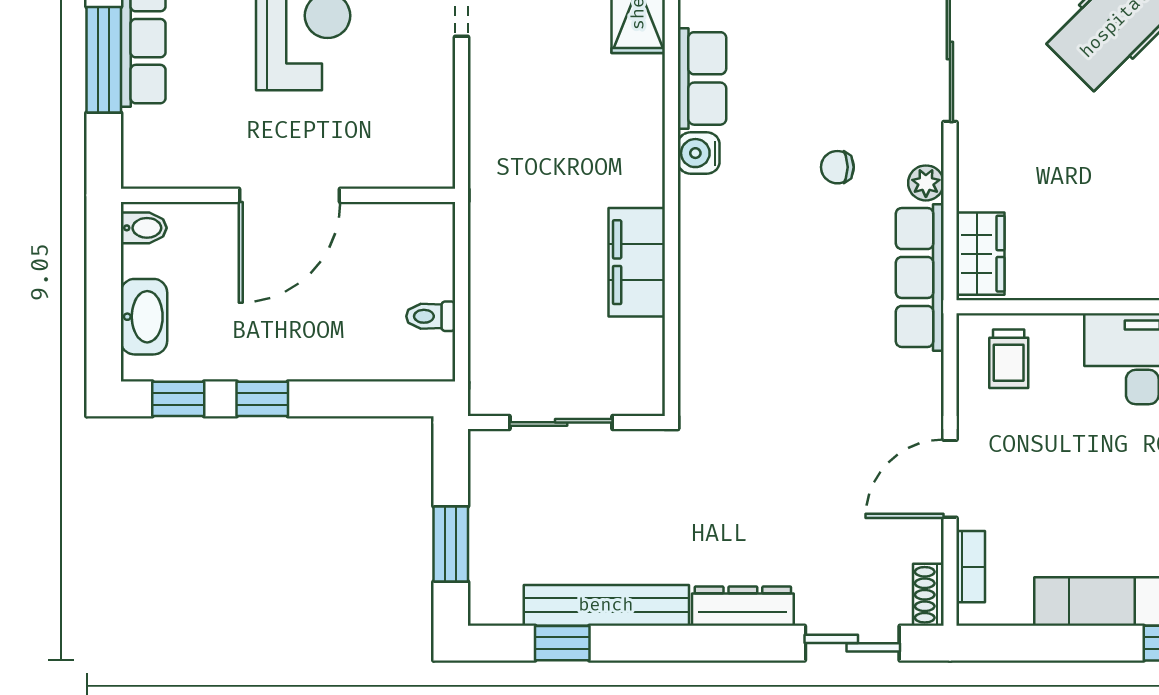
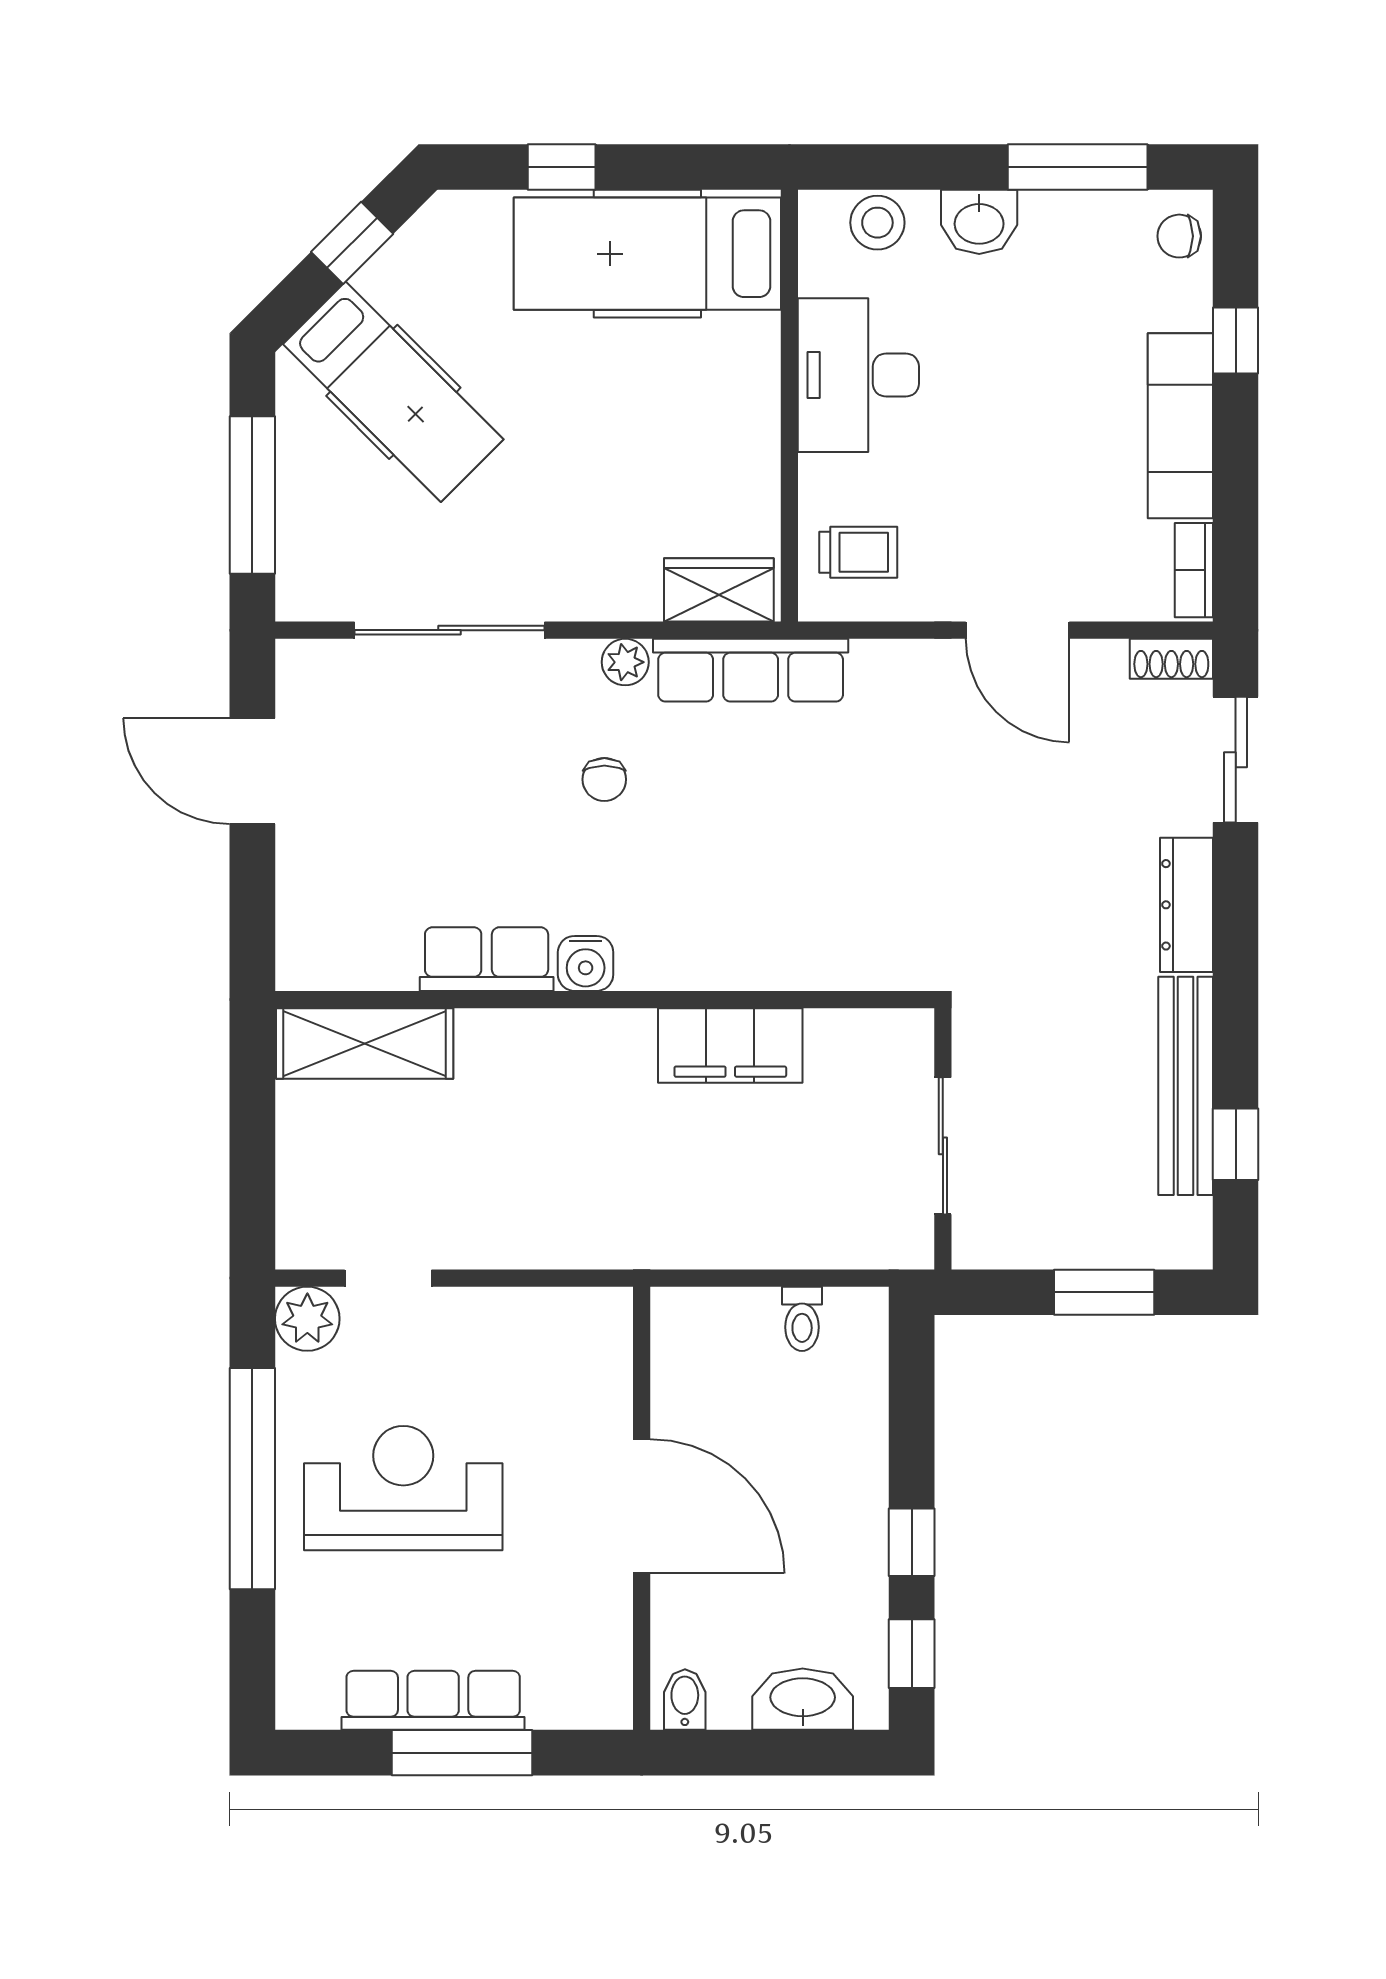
bookcase: (971, 567) -> (1194, 570), moved, turned -90

